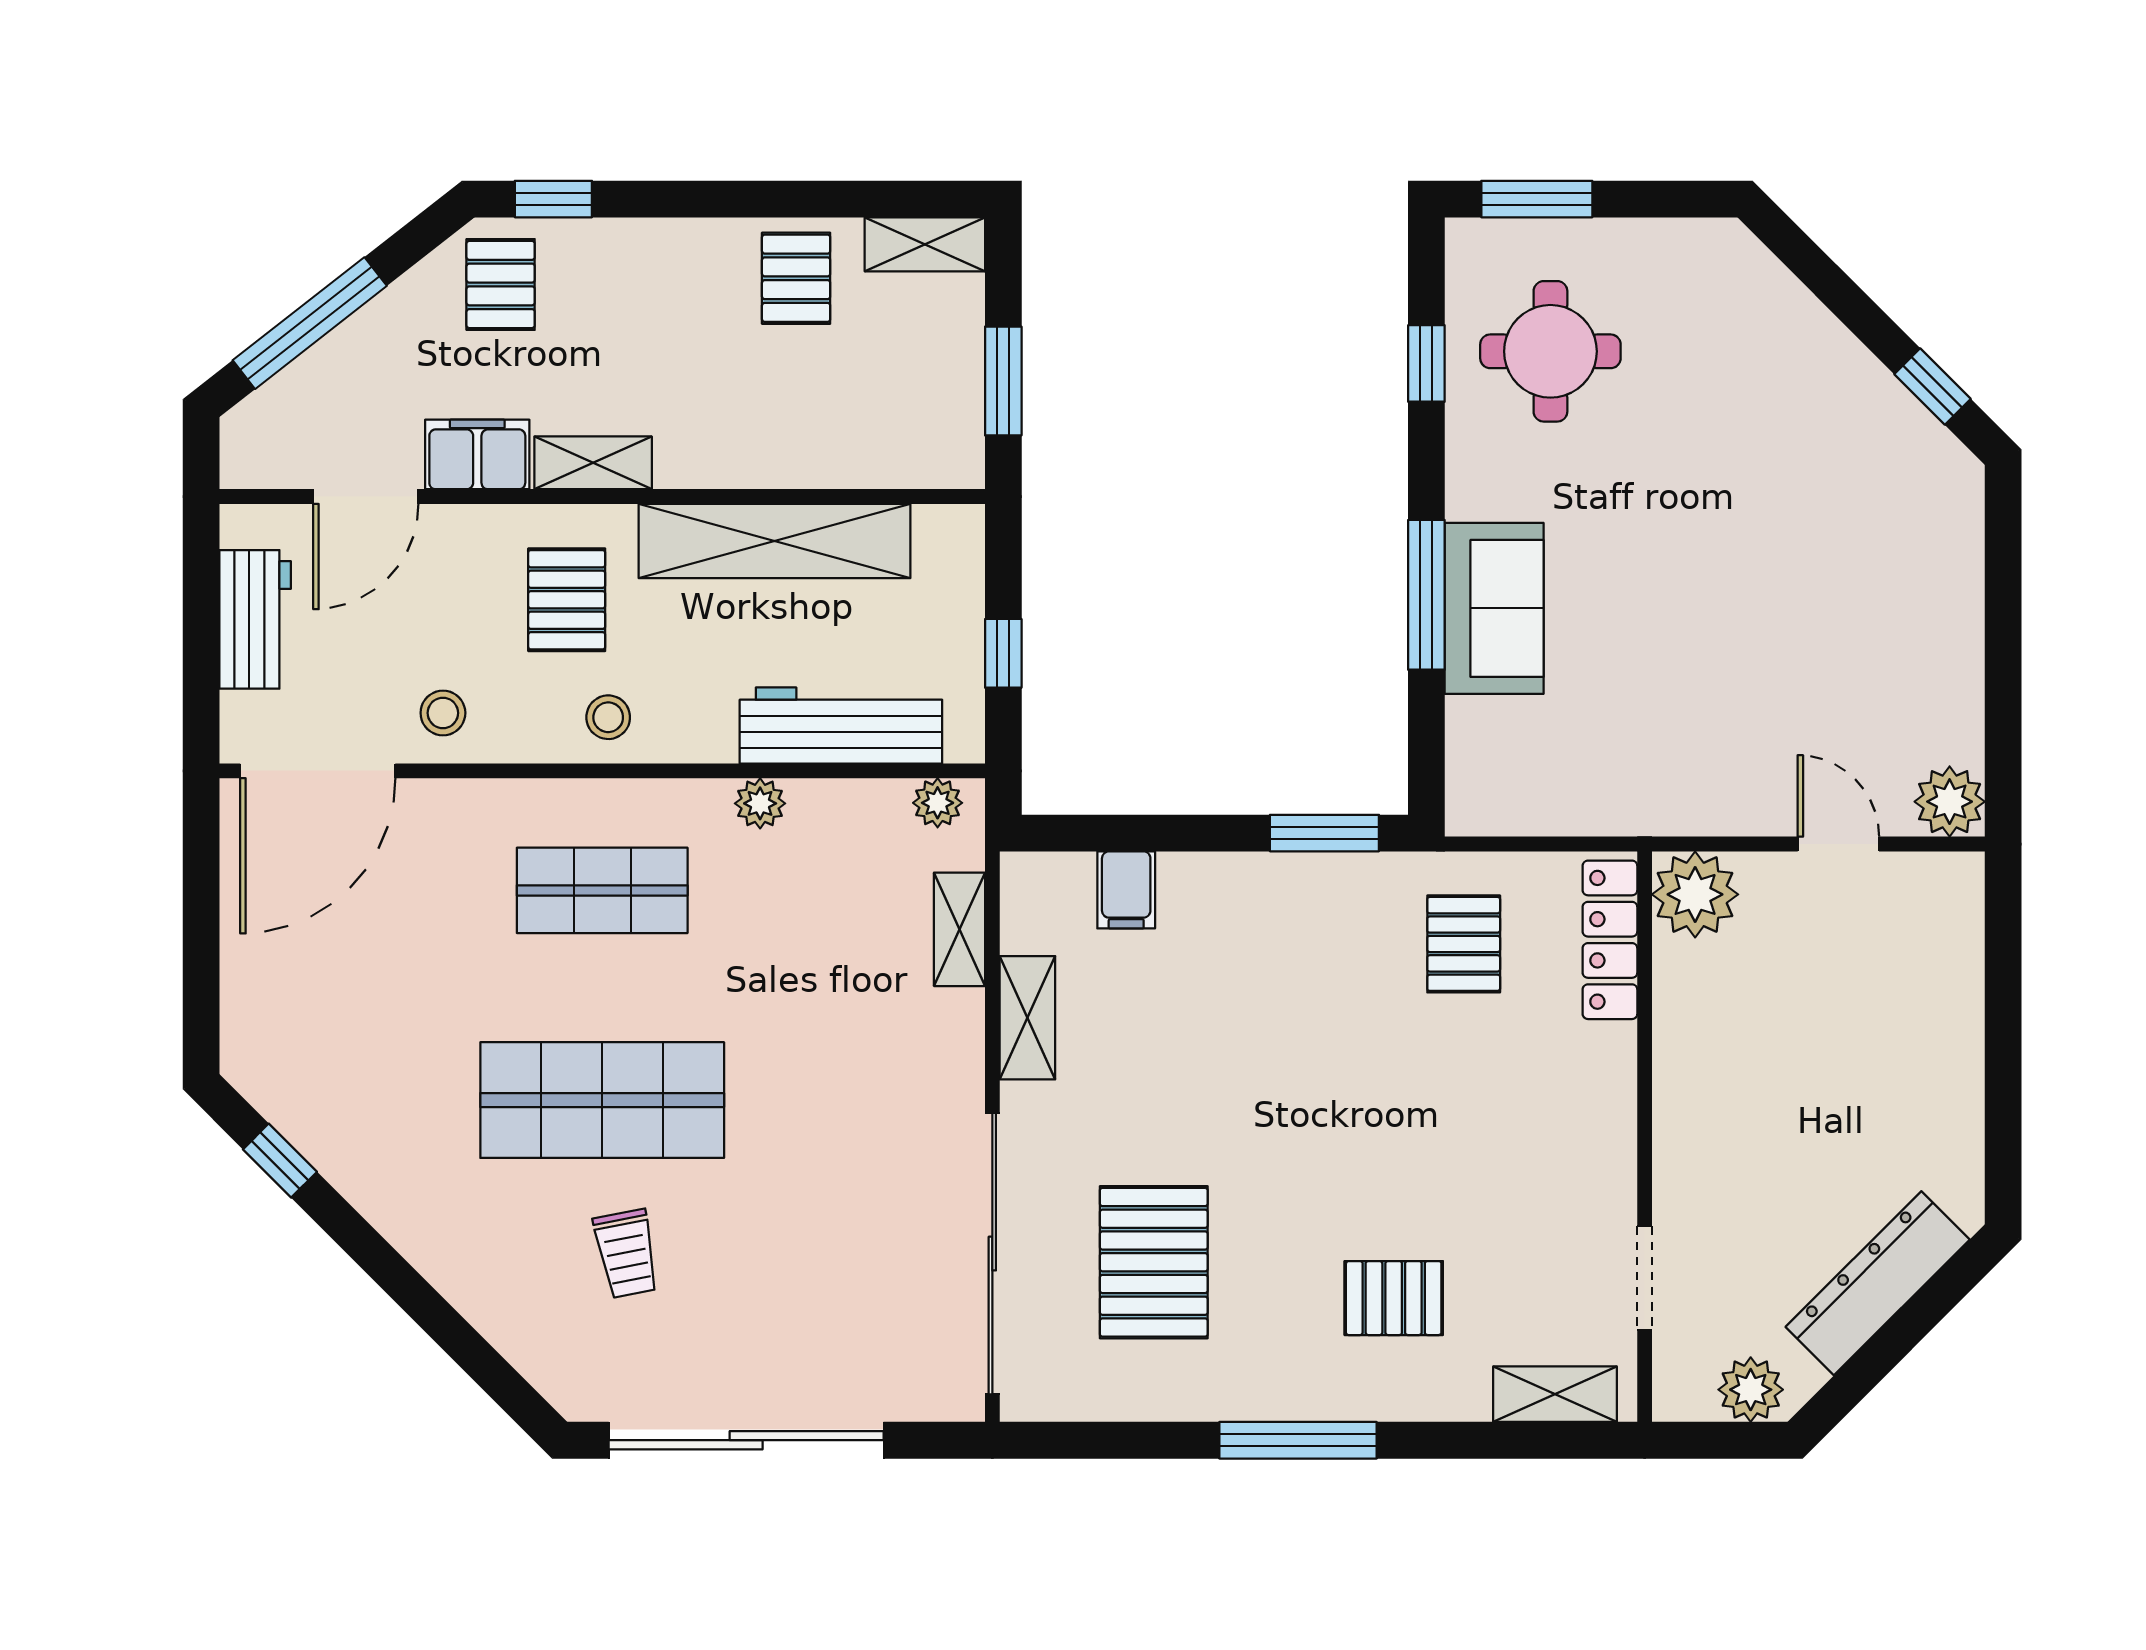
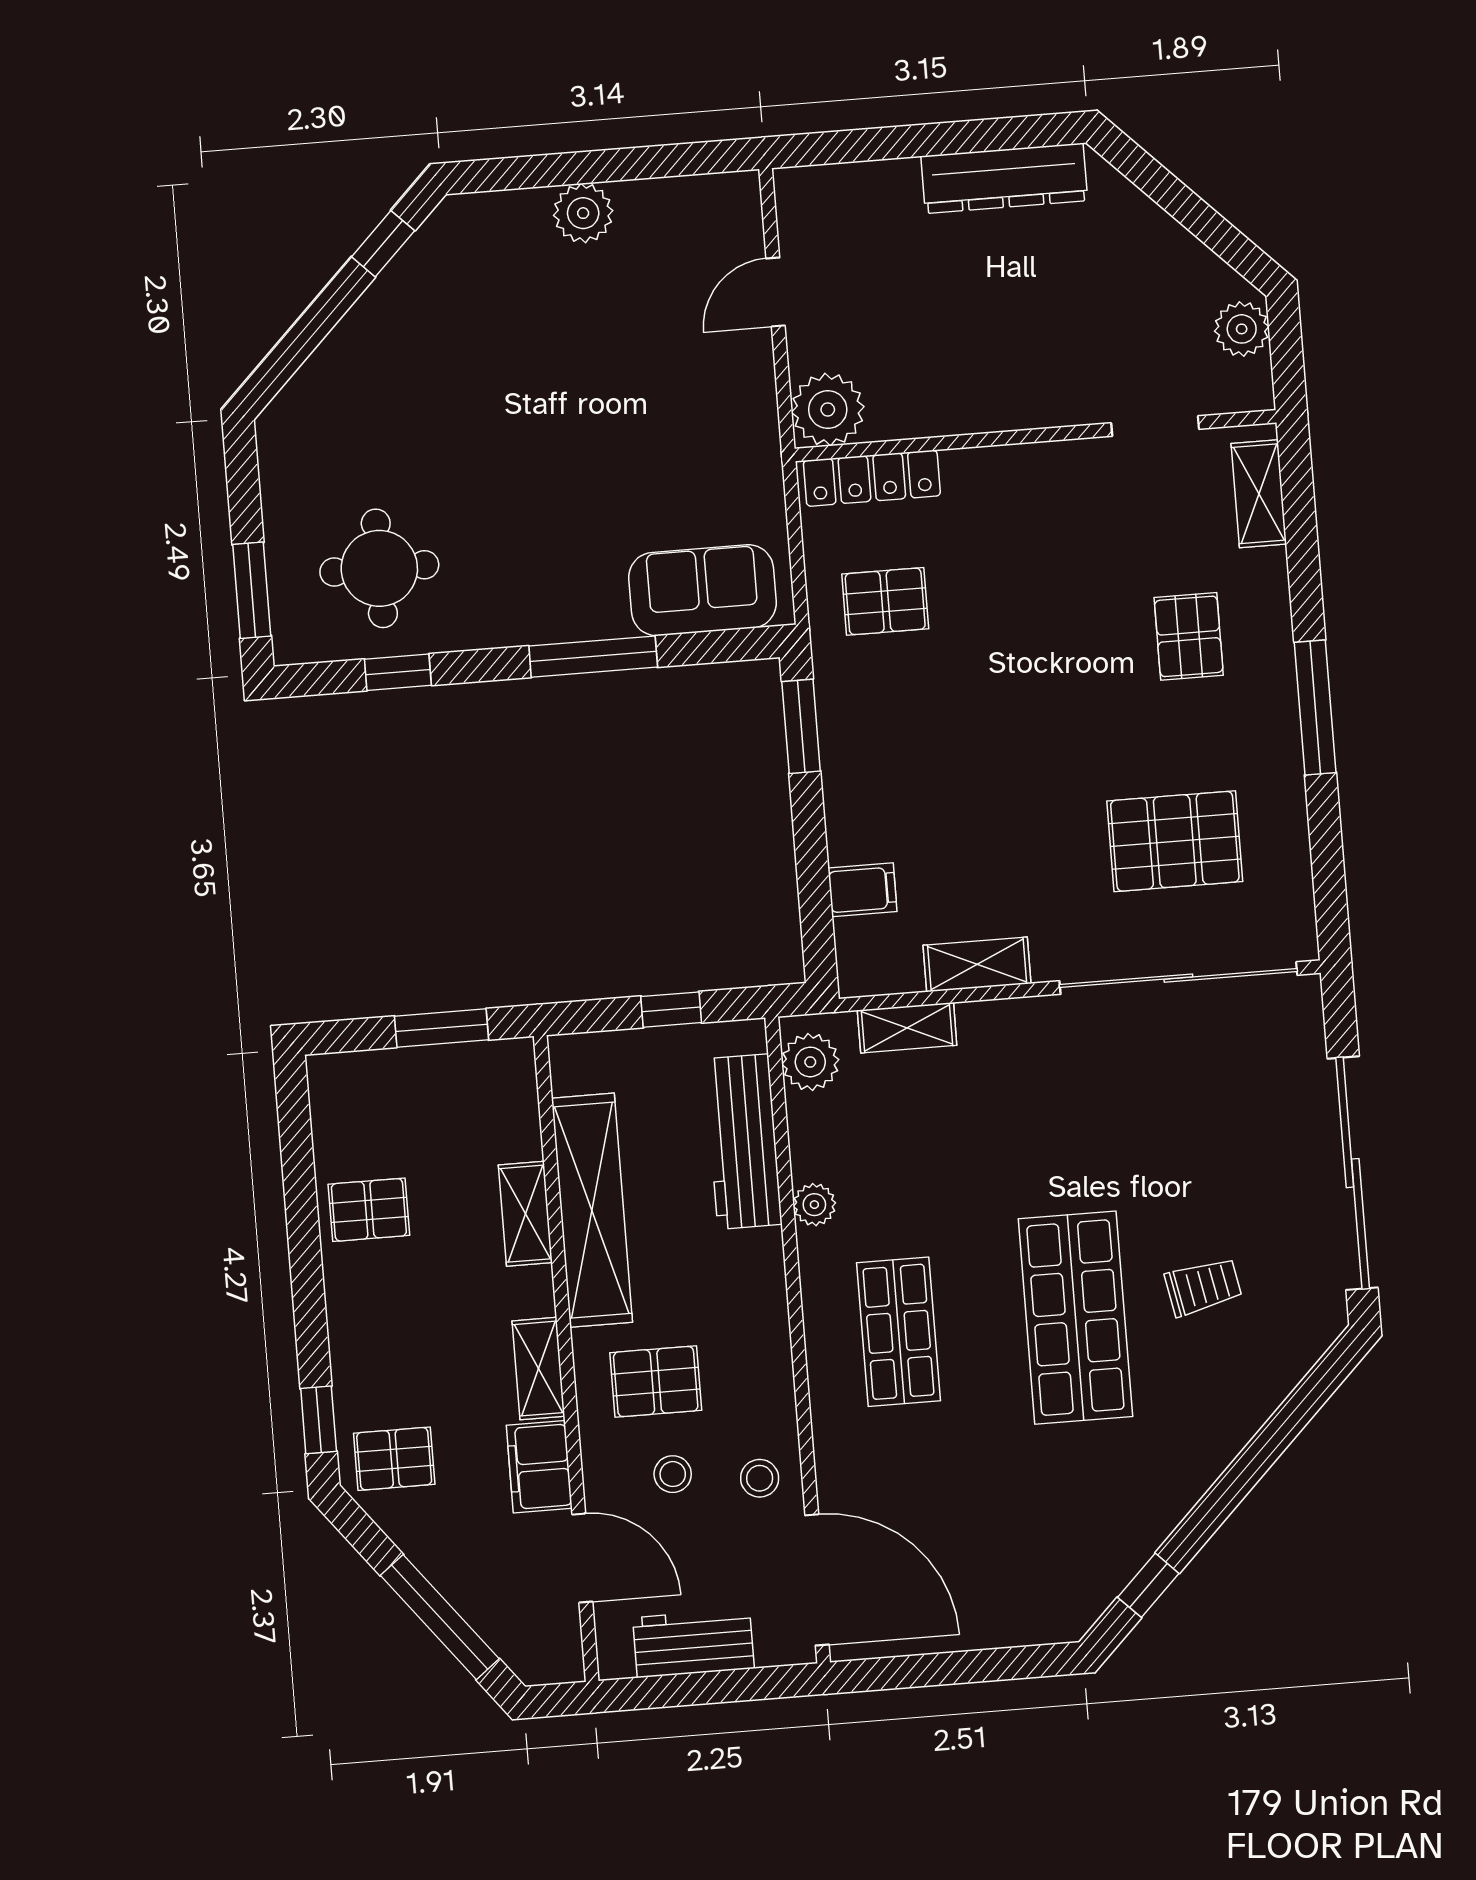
shelving: (925, 244) -> (525, 1214), moved
sofa: (1494, 608) -> (703, 590), moved
stool: (608, 717) -> (673, 1474), moved
plant: (1950, 802) -> (583, 213), moved
plant: (938, 803) -> (810, 1062), width x1.38, depth x1.38
dresser: (1878, 1283) -> (1004, 178), moved, turned -45

